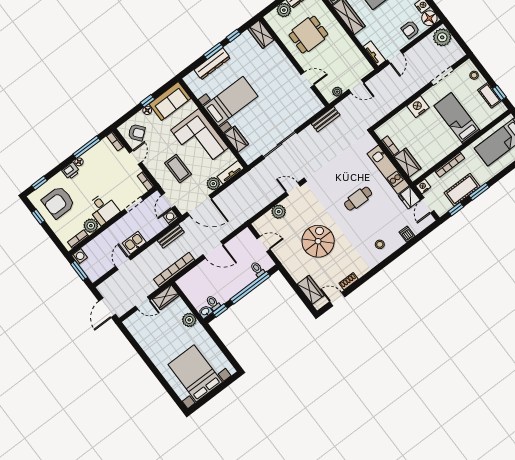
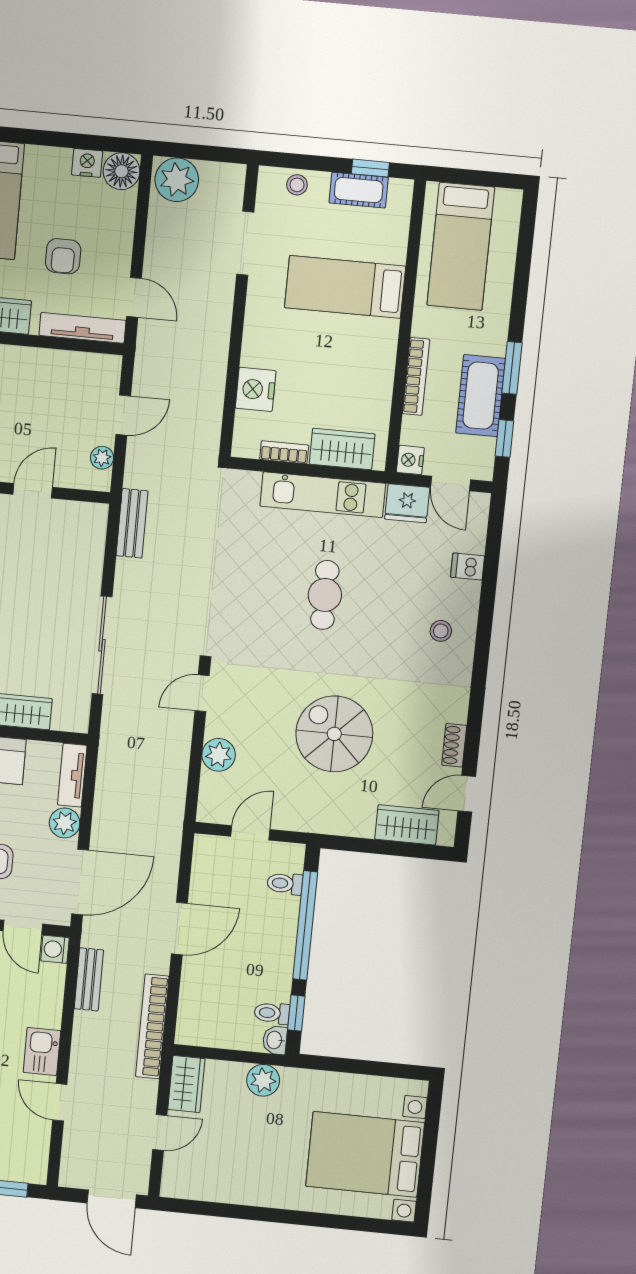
armchair: (410, 29) -> (63, 256), moved
tv unit: (374, 54) -> (83, 328), width x1.41
nightstand: (418, 107) -> (256, 389), moved

